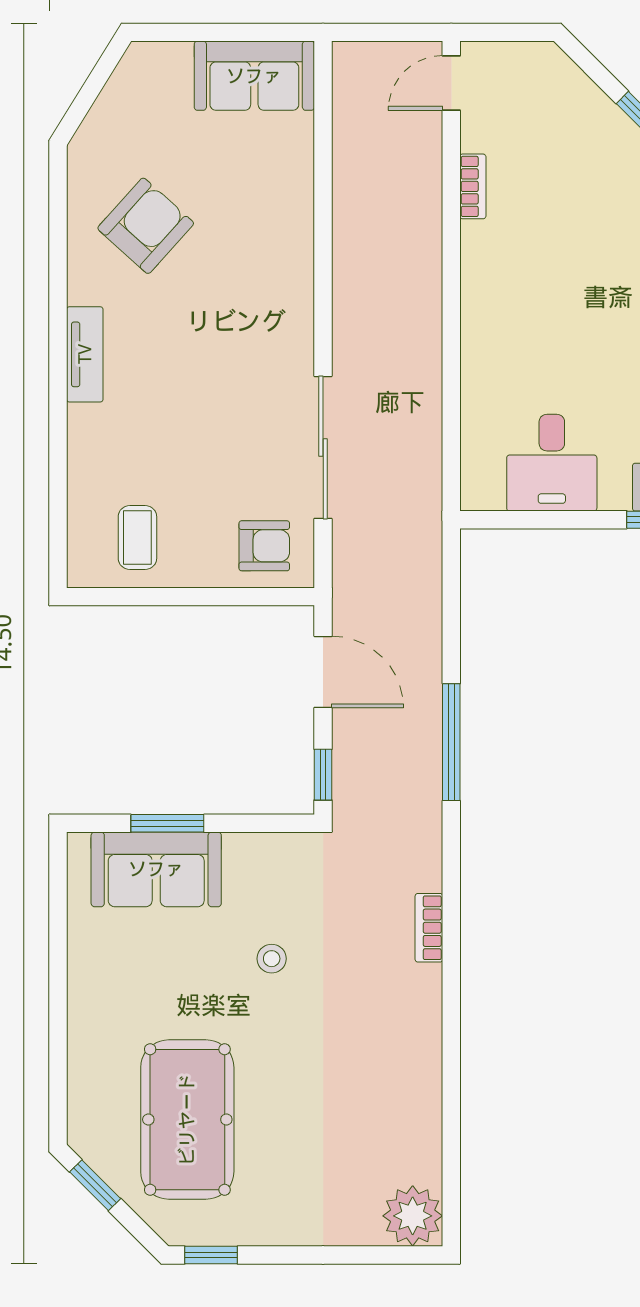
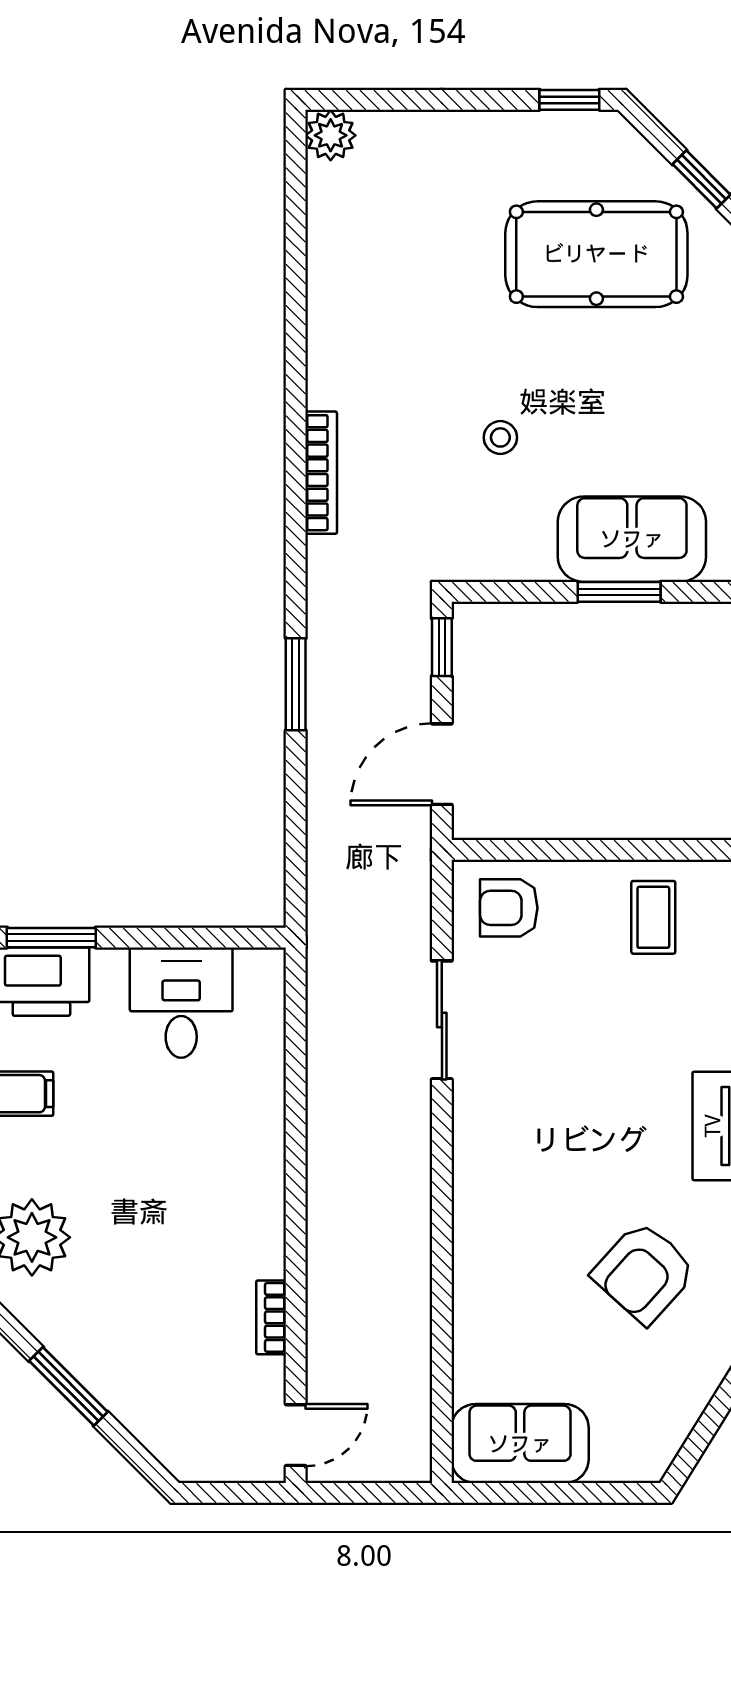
sliding door: (323, 447) -> (442, 1020), width x0.73
door: (323, 672) -> (442, 764), hinge flipped
window: (451, 742) -> (296, 684), width x0.69
bookcase: (429, 928) -> (321, 473), width x1.56
pool table: (187, 1120) -> (596, 254), turned 90
plant: (413, 1216) -> (331, 135), width x0.73, depth x0.73

